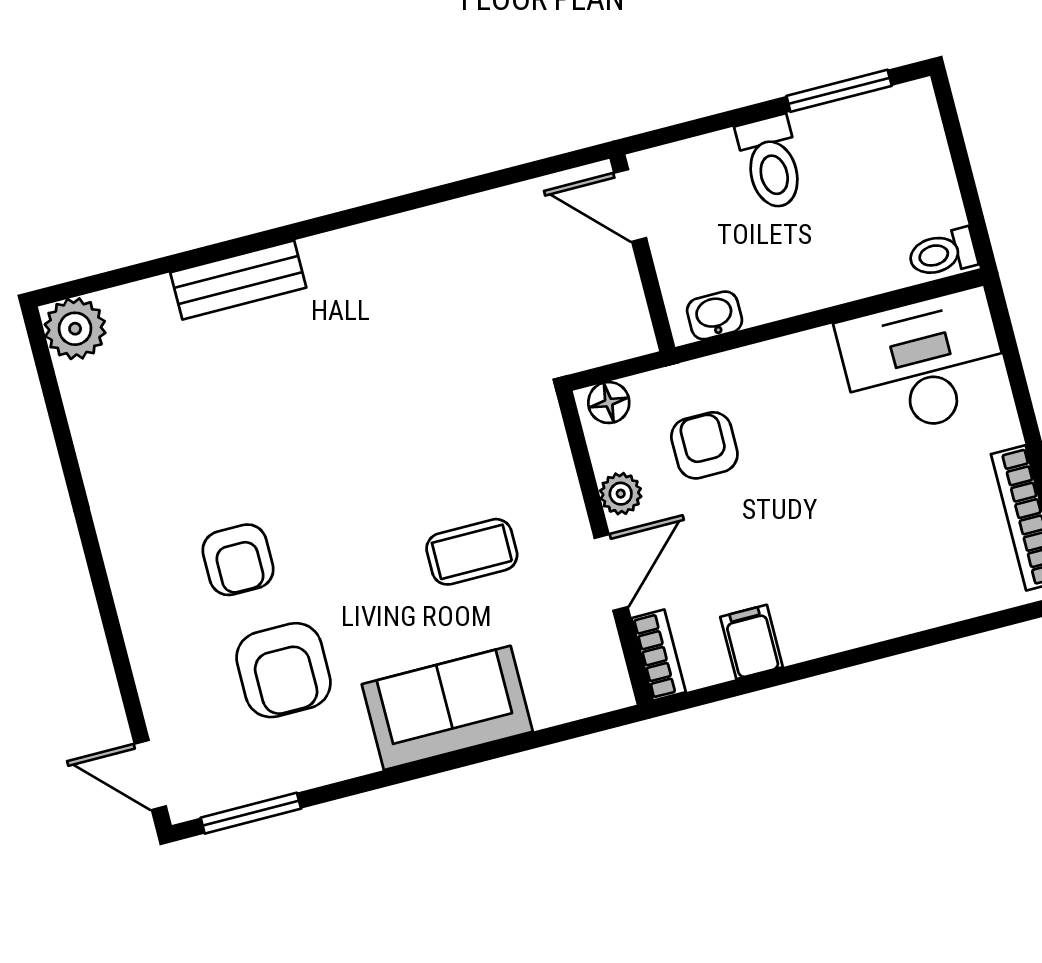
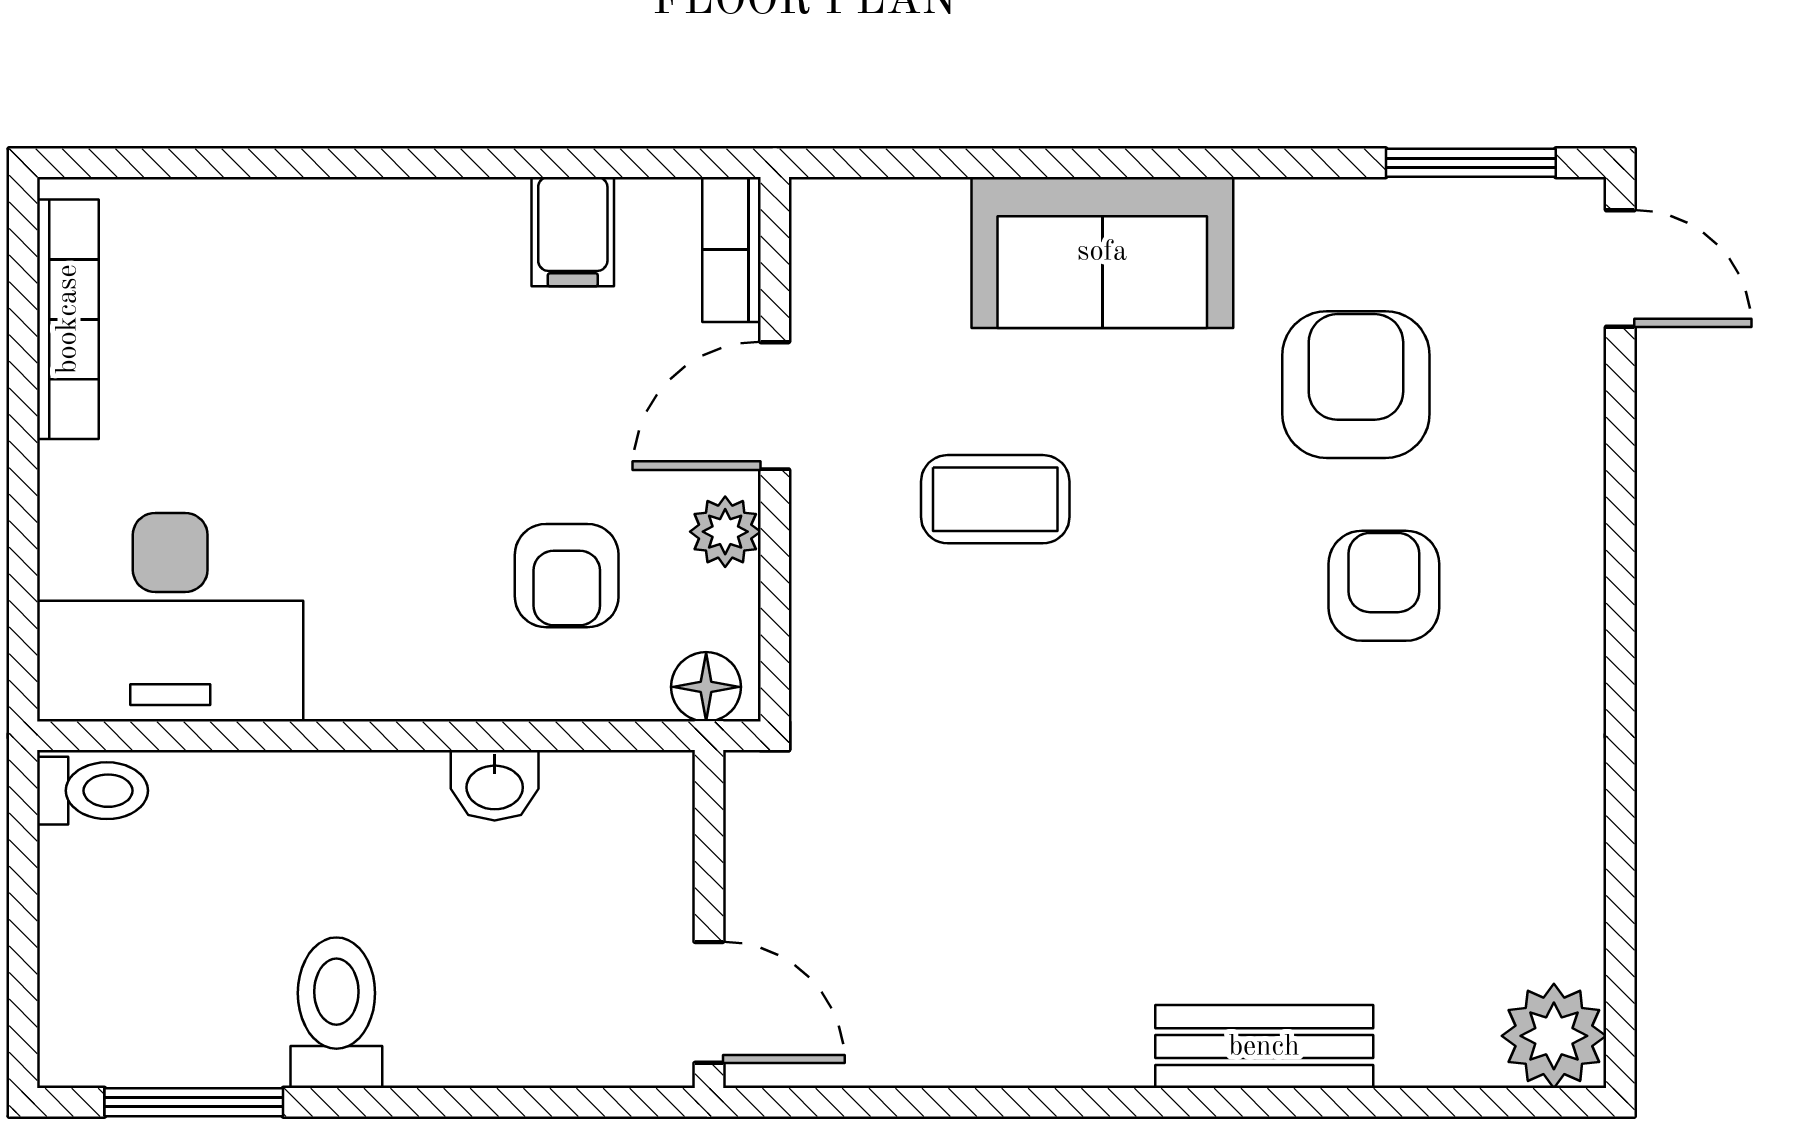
door: (630, 205) -> (709, 1002), moved
wall: (642, 253) -> (709, 919), moved

